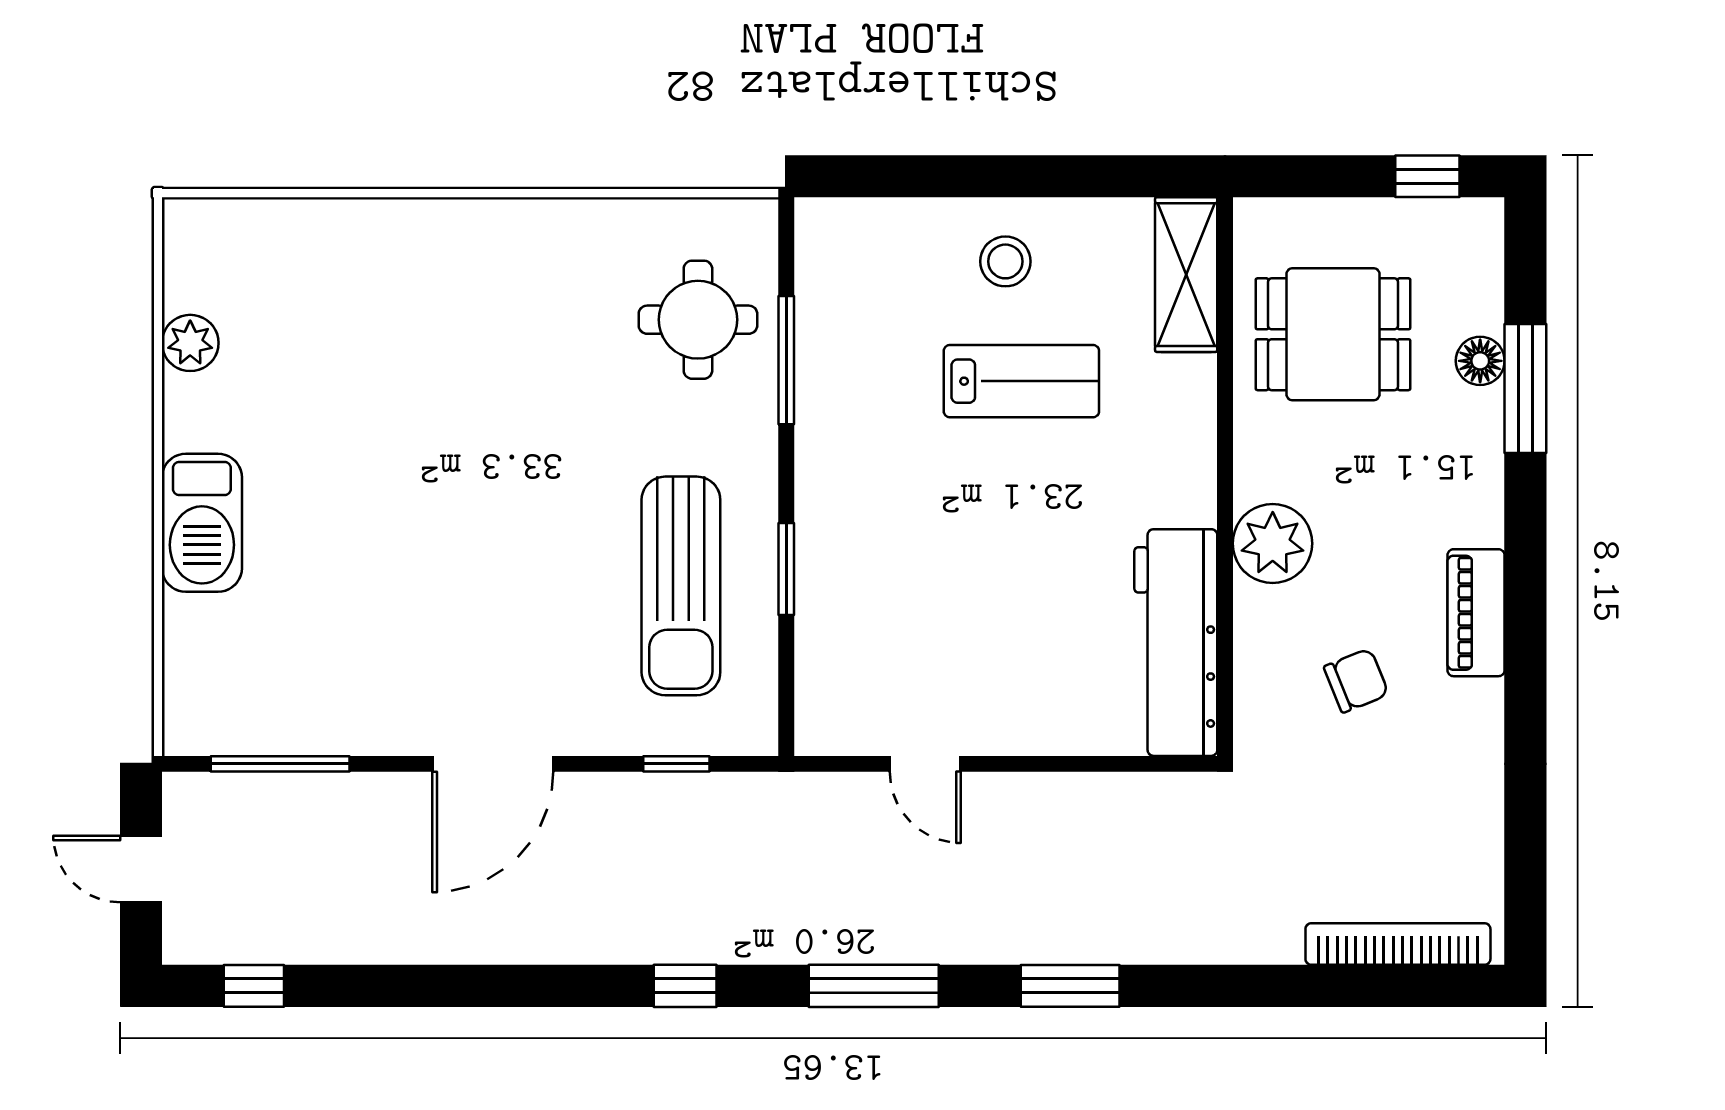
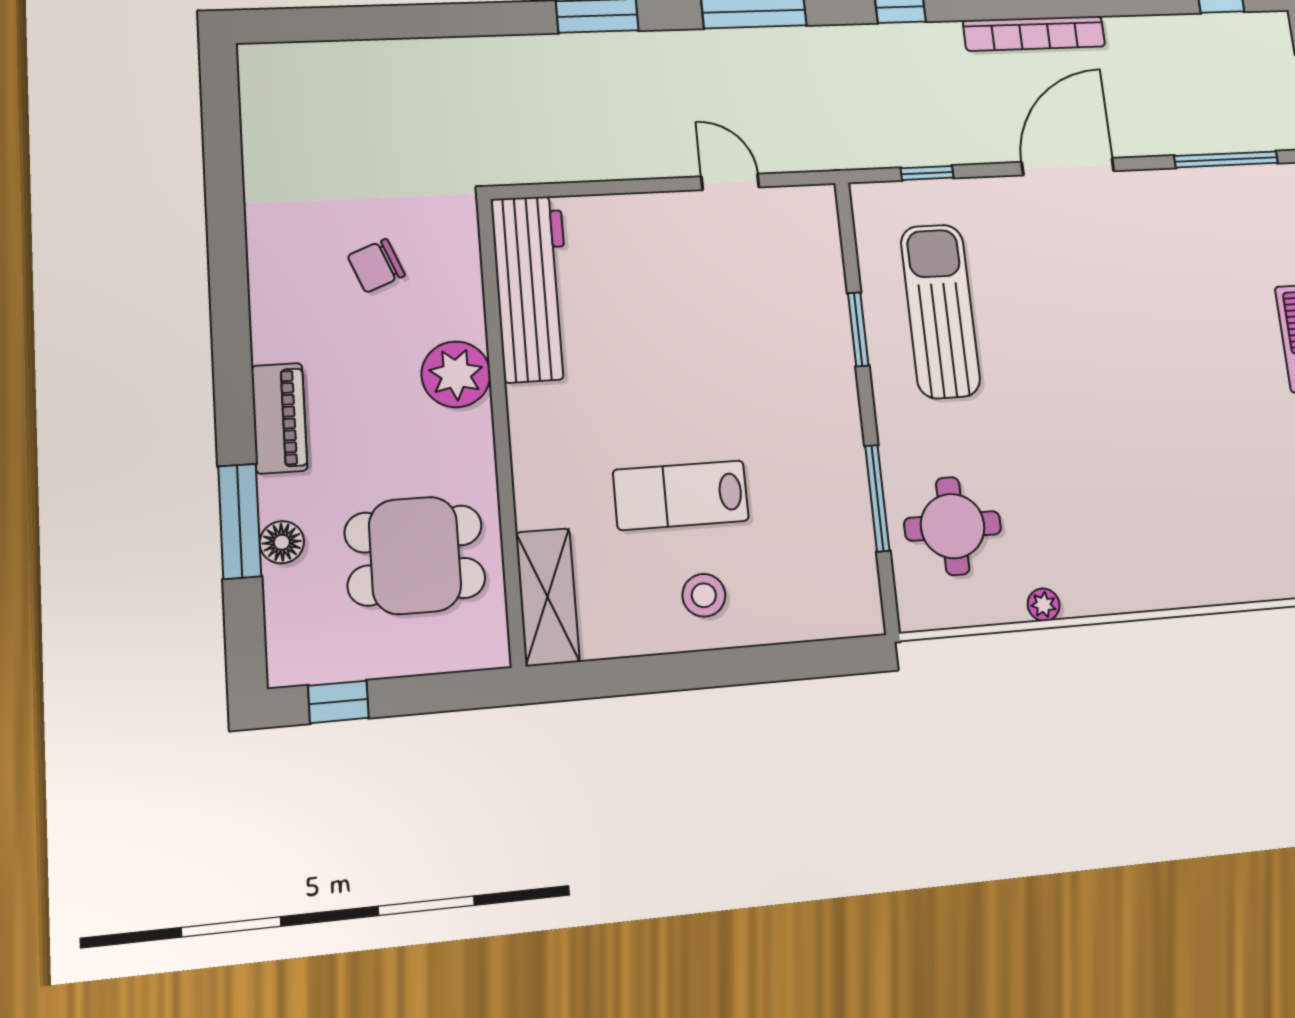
plant: (598, 217) -> (1044, 605), added
piano: (1476, 613) -> (279, 418), moved
bookcase: (1398, 944) -> (1034, 33), moved

